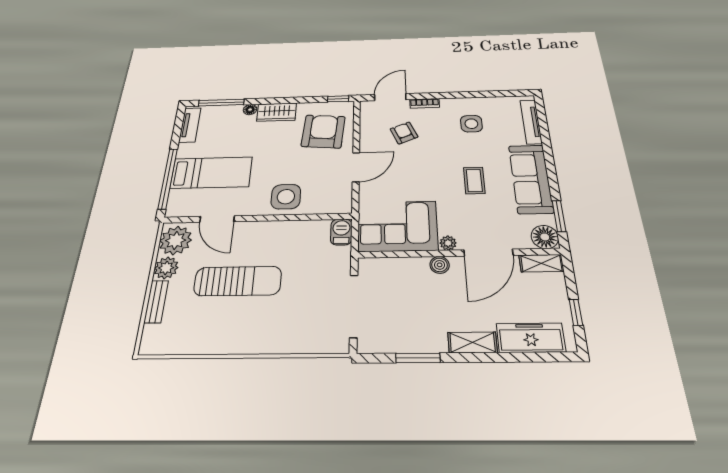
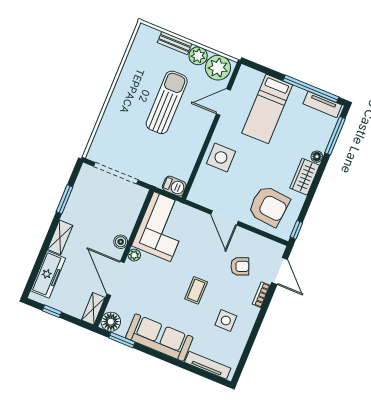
window: (168, 178) -> (311, 89), moved
coffee table: (474, 181) -> (196, 290), moved, turned 90
sun lounger: (238, 281) -> (167, 102), turned 180

